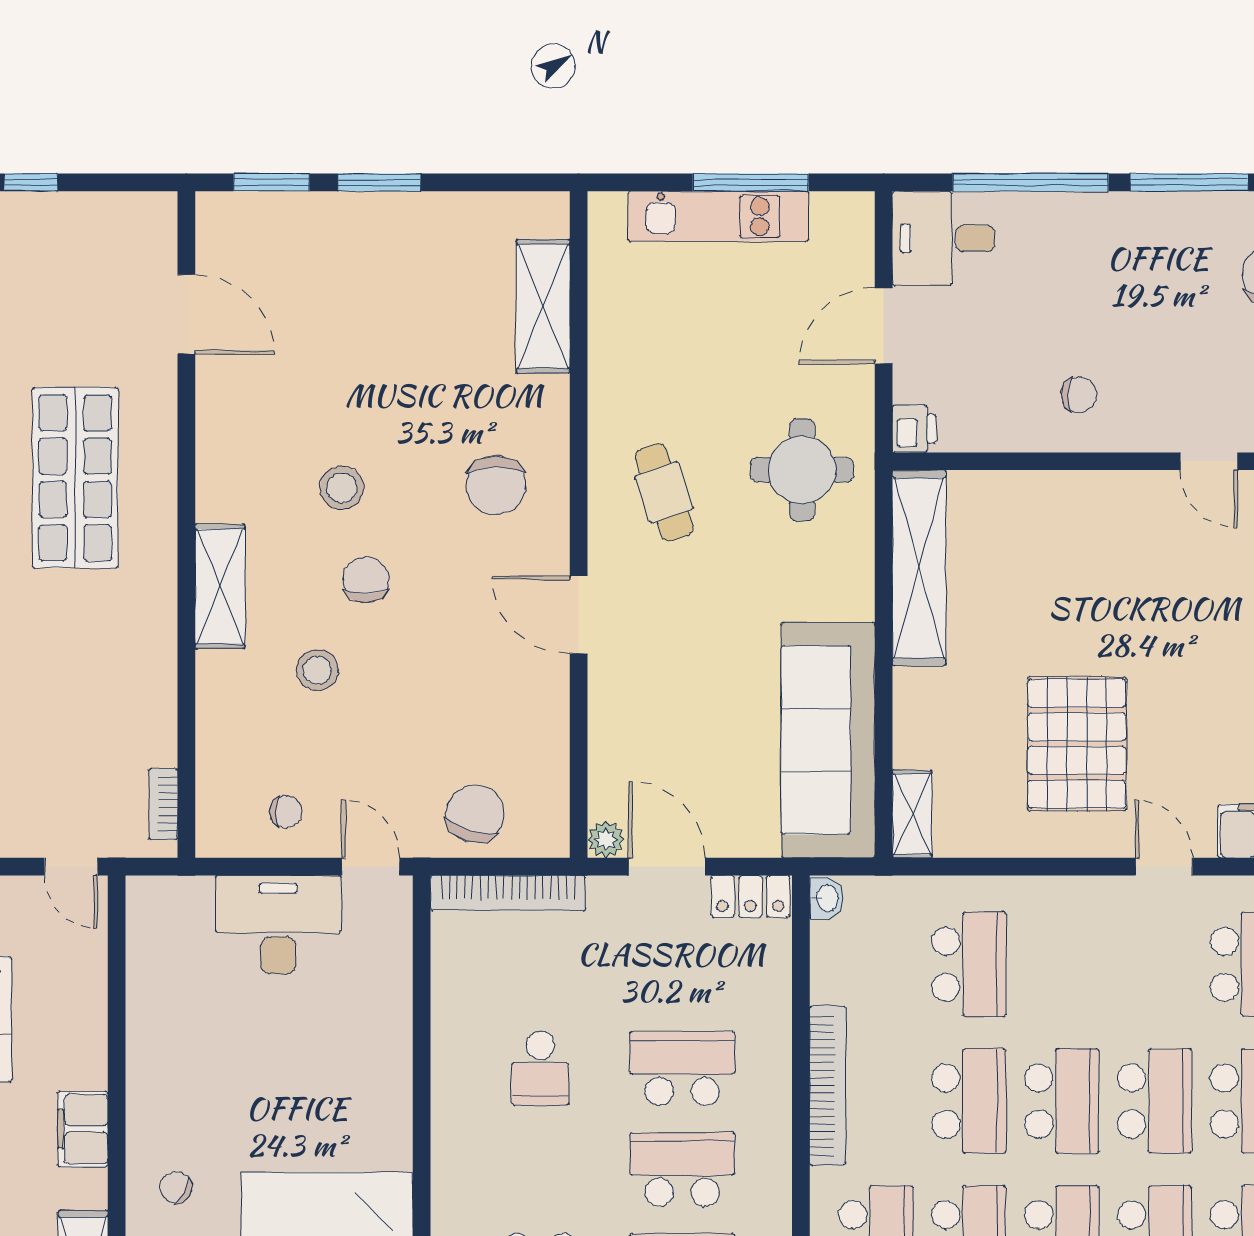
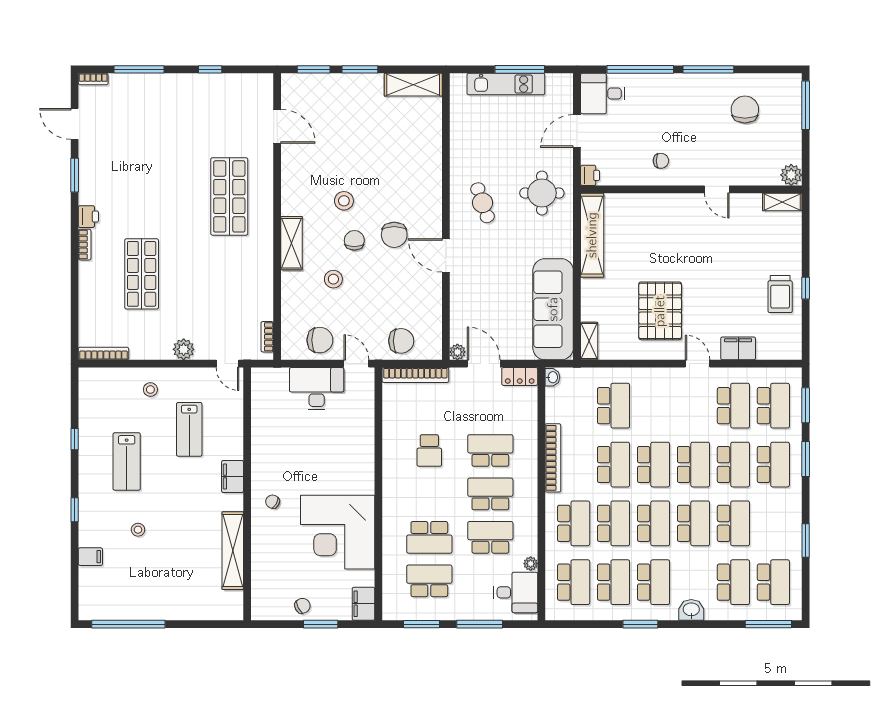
shelving: (543, 306) -> (413, 85), moved, turned 90
chair: (496, 485) -> (394, 235), moved
chair: (286, 812) -> (320, 340), width x1.87, depth x1.87
chair: (475, 814) -> (401, 341), turned 73

